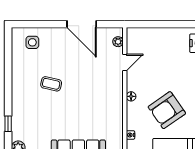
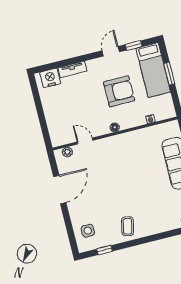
coffee table: (51, 84) -> (128, 226), moved
armchair: (167, 110) -> (119, 91), turned -55
window: (8, 124) -> (105, 250), moved

